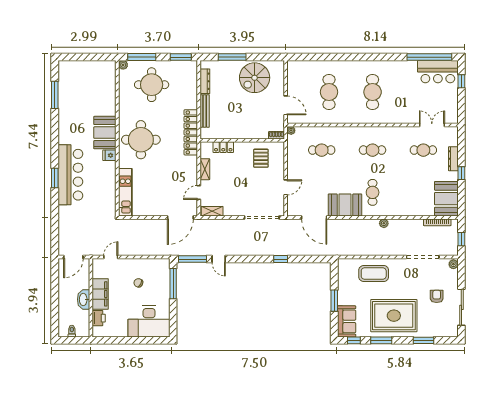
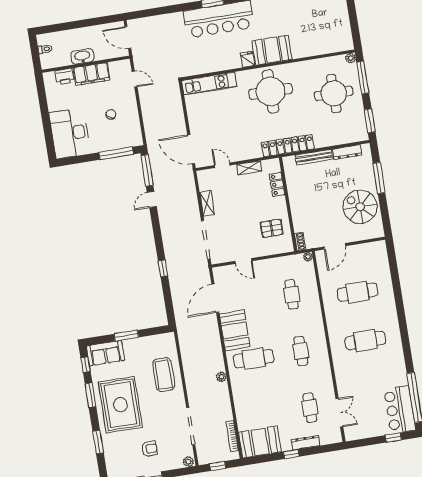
cafe table: (373, 192) -> (254, 359), width x1.37, depth x1.35
shelving: (212, 211) -> (207, 203), moved

